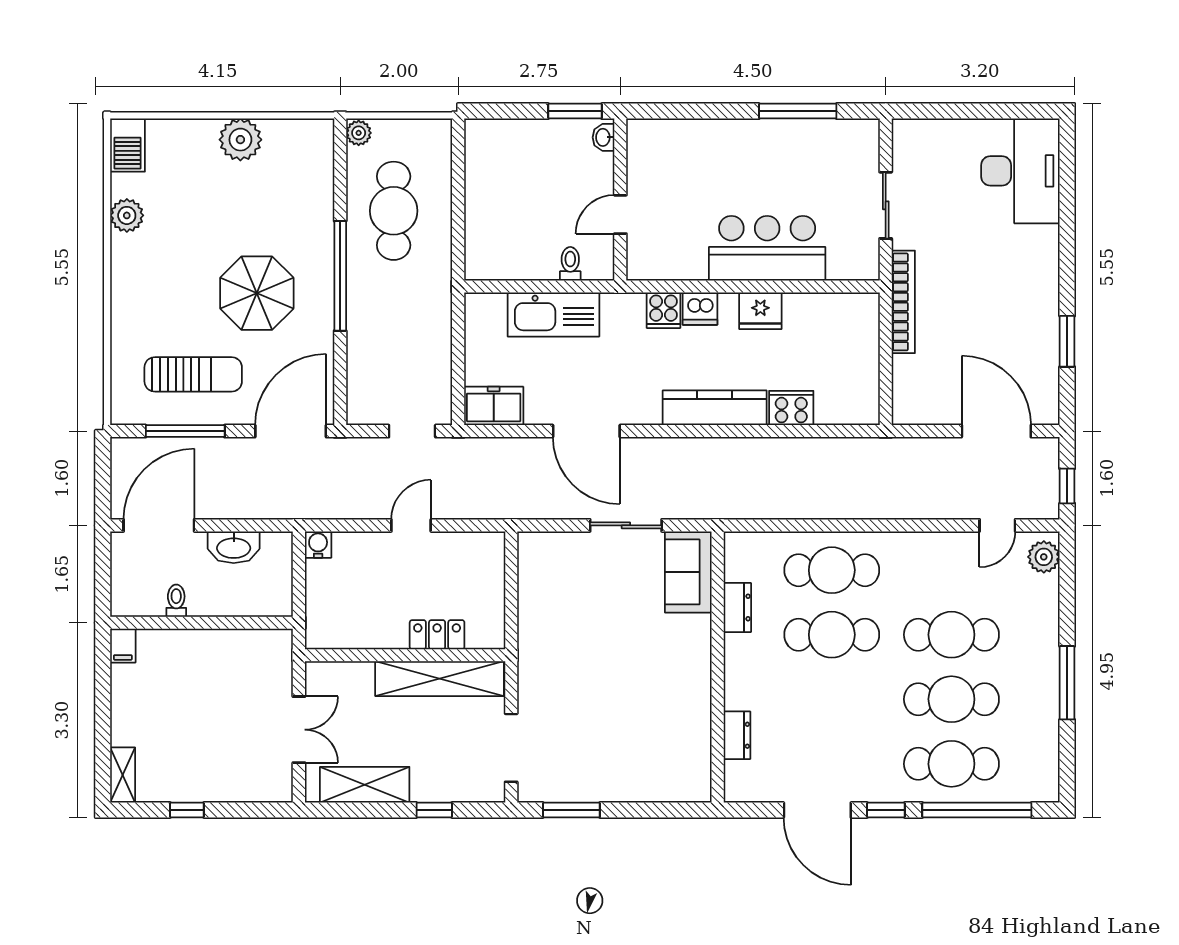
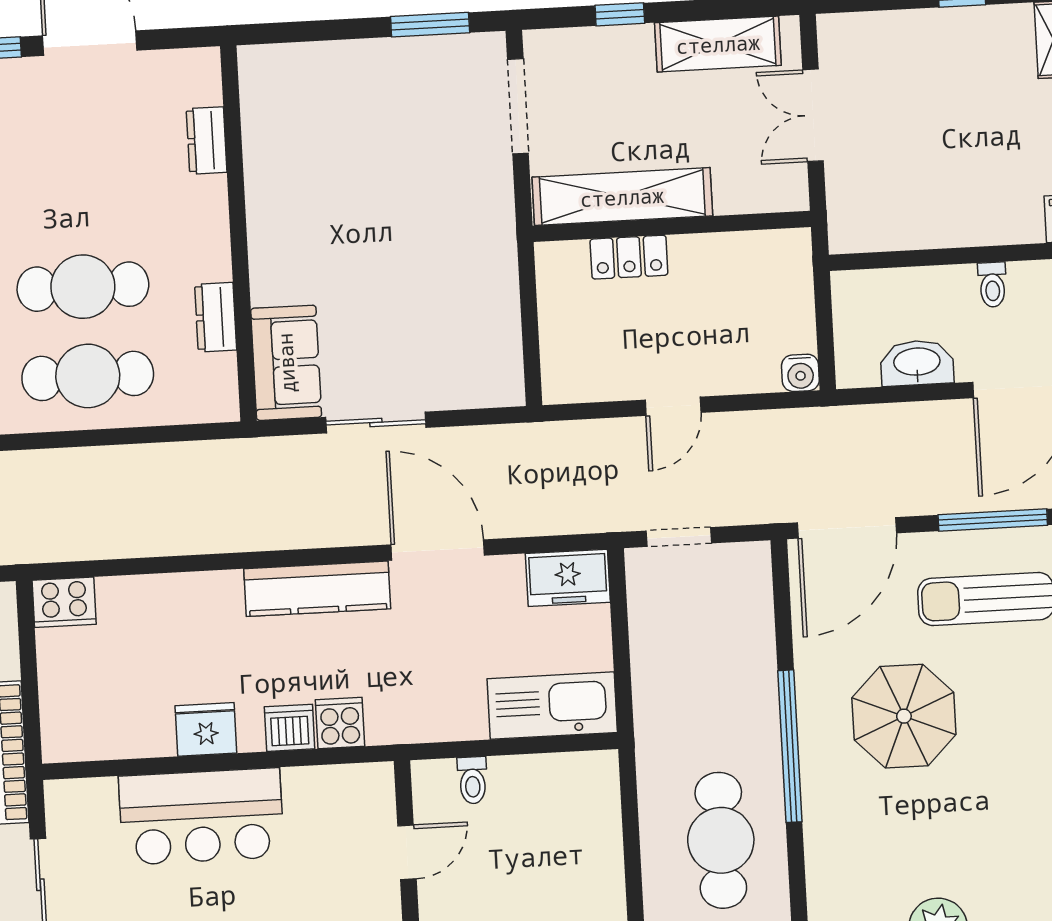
kitchen sink: (553, 314) -> (552, 706), moved
kitchen counter: (715, 408) -> (317, 589), moved
cooker: (791, 408) -> (64, 602), moved

